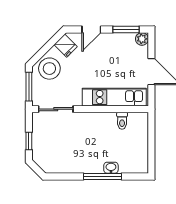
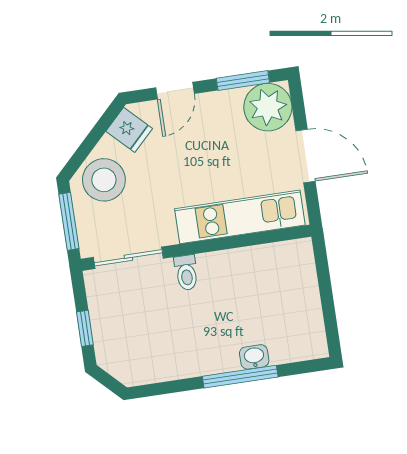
plant: (142, 39) -> (268, 107), width x1.88, depth x1.88
toilet: (122, 121) -> (186, 273), moved

